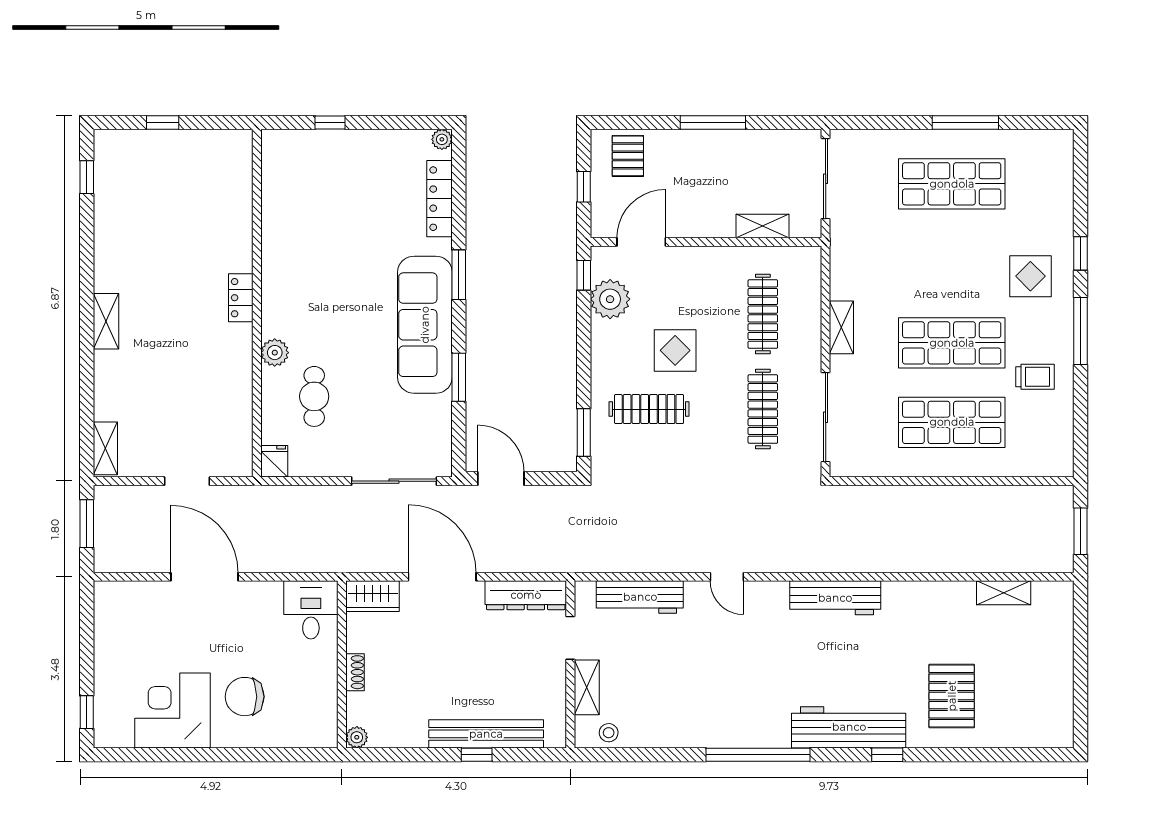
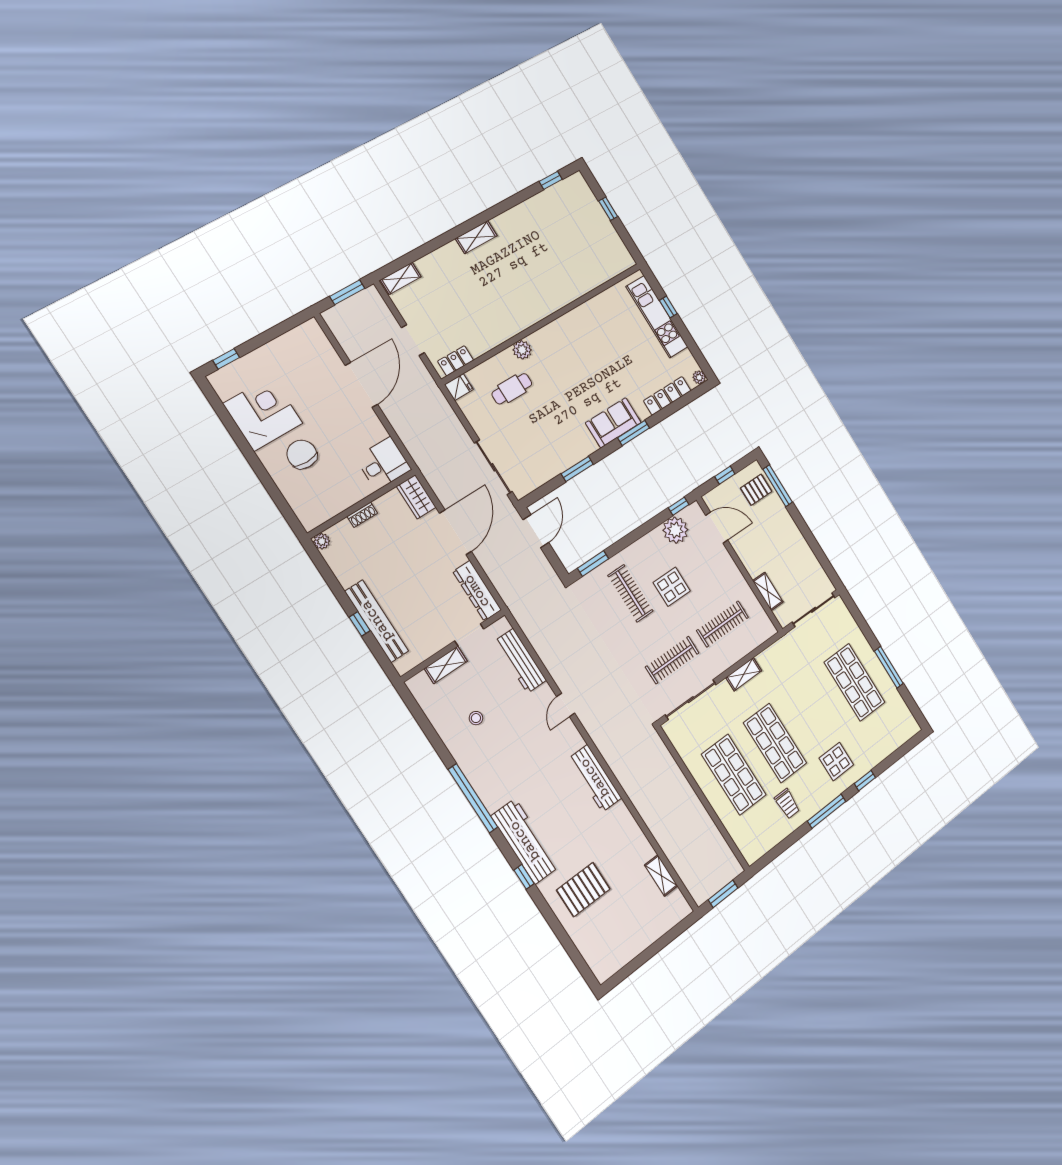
window: (713, 122) -> (778, 486), moved
kitchen unit: (334, 146) -> (657, 317), added
locker: (241, 298) -> (456, 361), moved
sofa: (425, 325) -> (613, 423), width x0.54, depth x0.79
stool: (609, 733) -> (476, 718), moved

